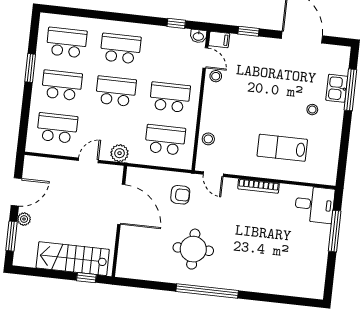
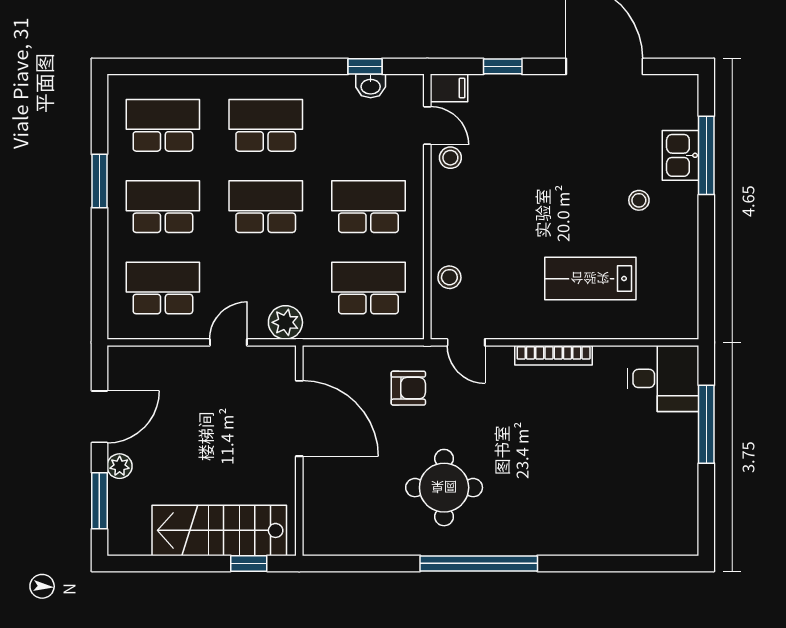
washbasin: (198, 36) -> (371, 86), moved

